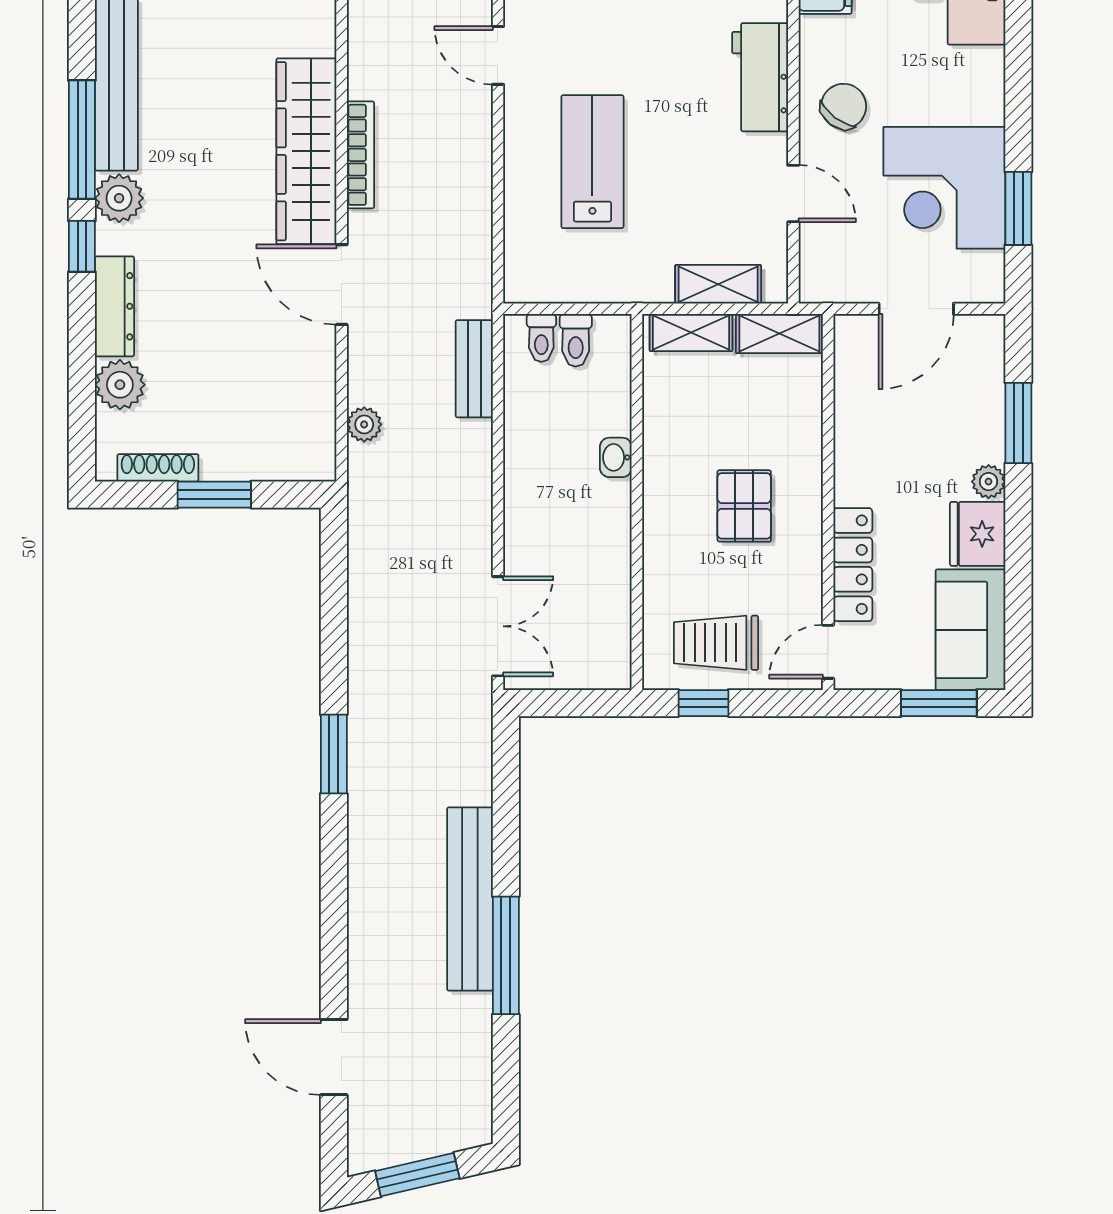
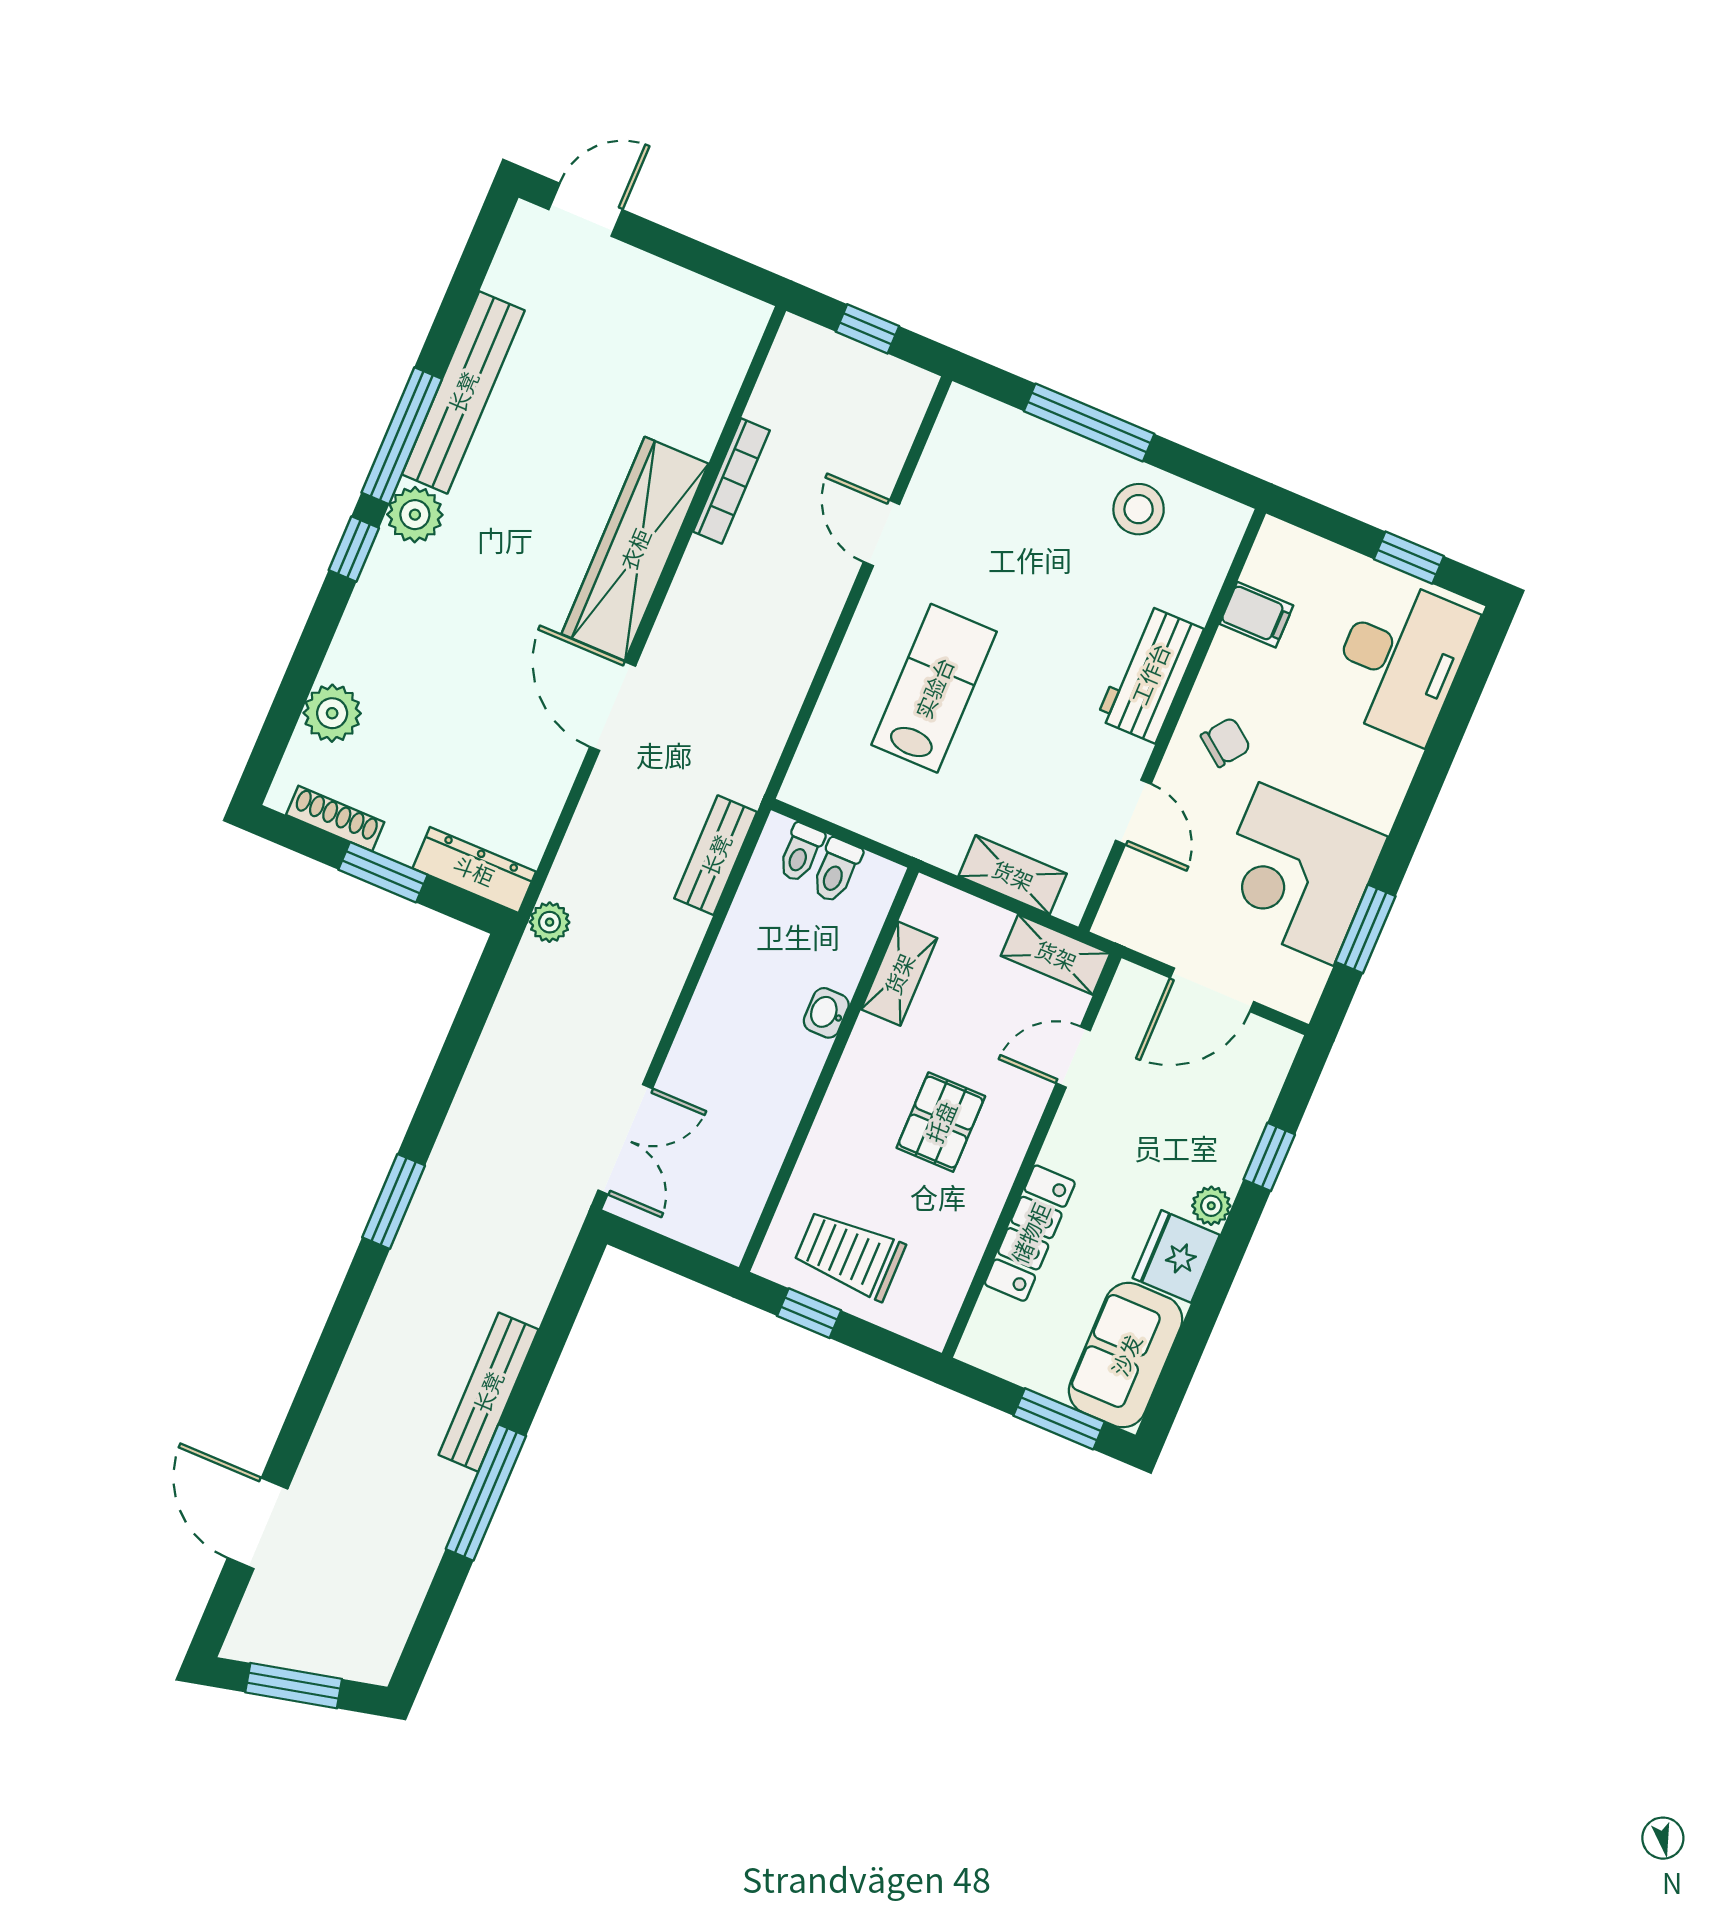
chair: (844, 106) -> (1226, 742), width x0.73, depth x0.73
bookcase: (361, 155) -> (731, 481), moved
dresser: (114, 306) -> (474, 870), moved, turned -90
shelving: (691, 333) -> (899, 974), moved, turned 90
window: (1018, 423) -> (1269, 1157), width x0.67
plant: (364, 424) -> (550, 922), moved
door: (828, 652) -> (1073, 1057), moved
bench: (470, 899) -> (488, 1392), width x0.73, depth x0.82

